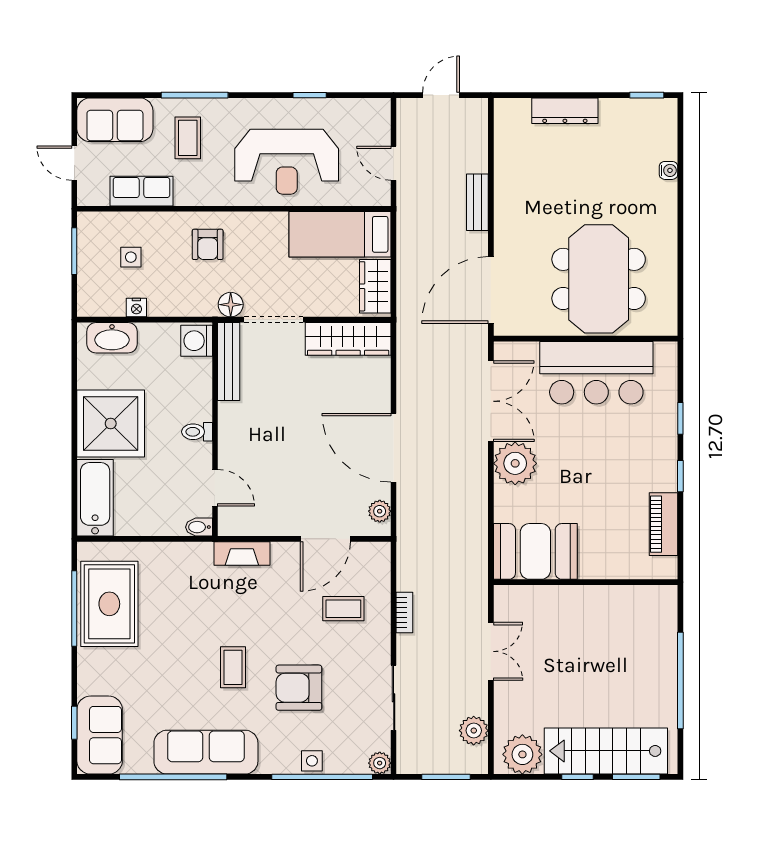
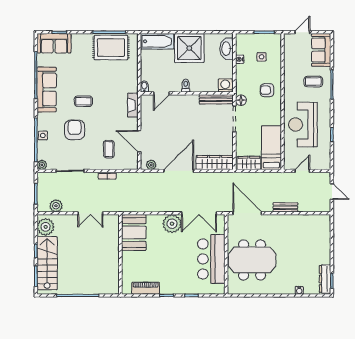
dresser: (565, 111) -> (325, 279), moved
row of seats: (142, 191) -> (290, 61), removed
wardrobe: (348, 339) -> (215, 163), moved, turned 90

